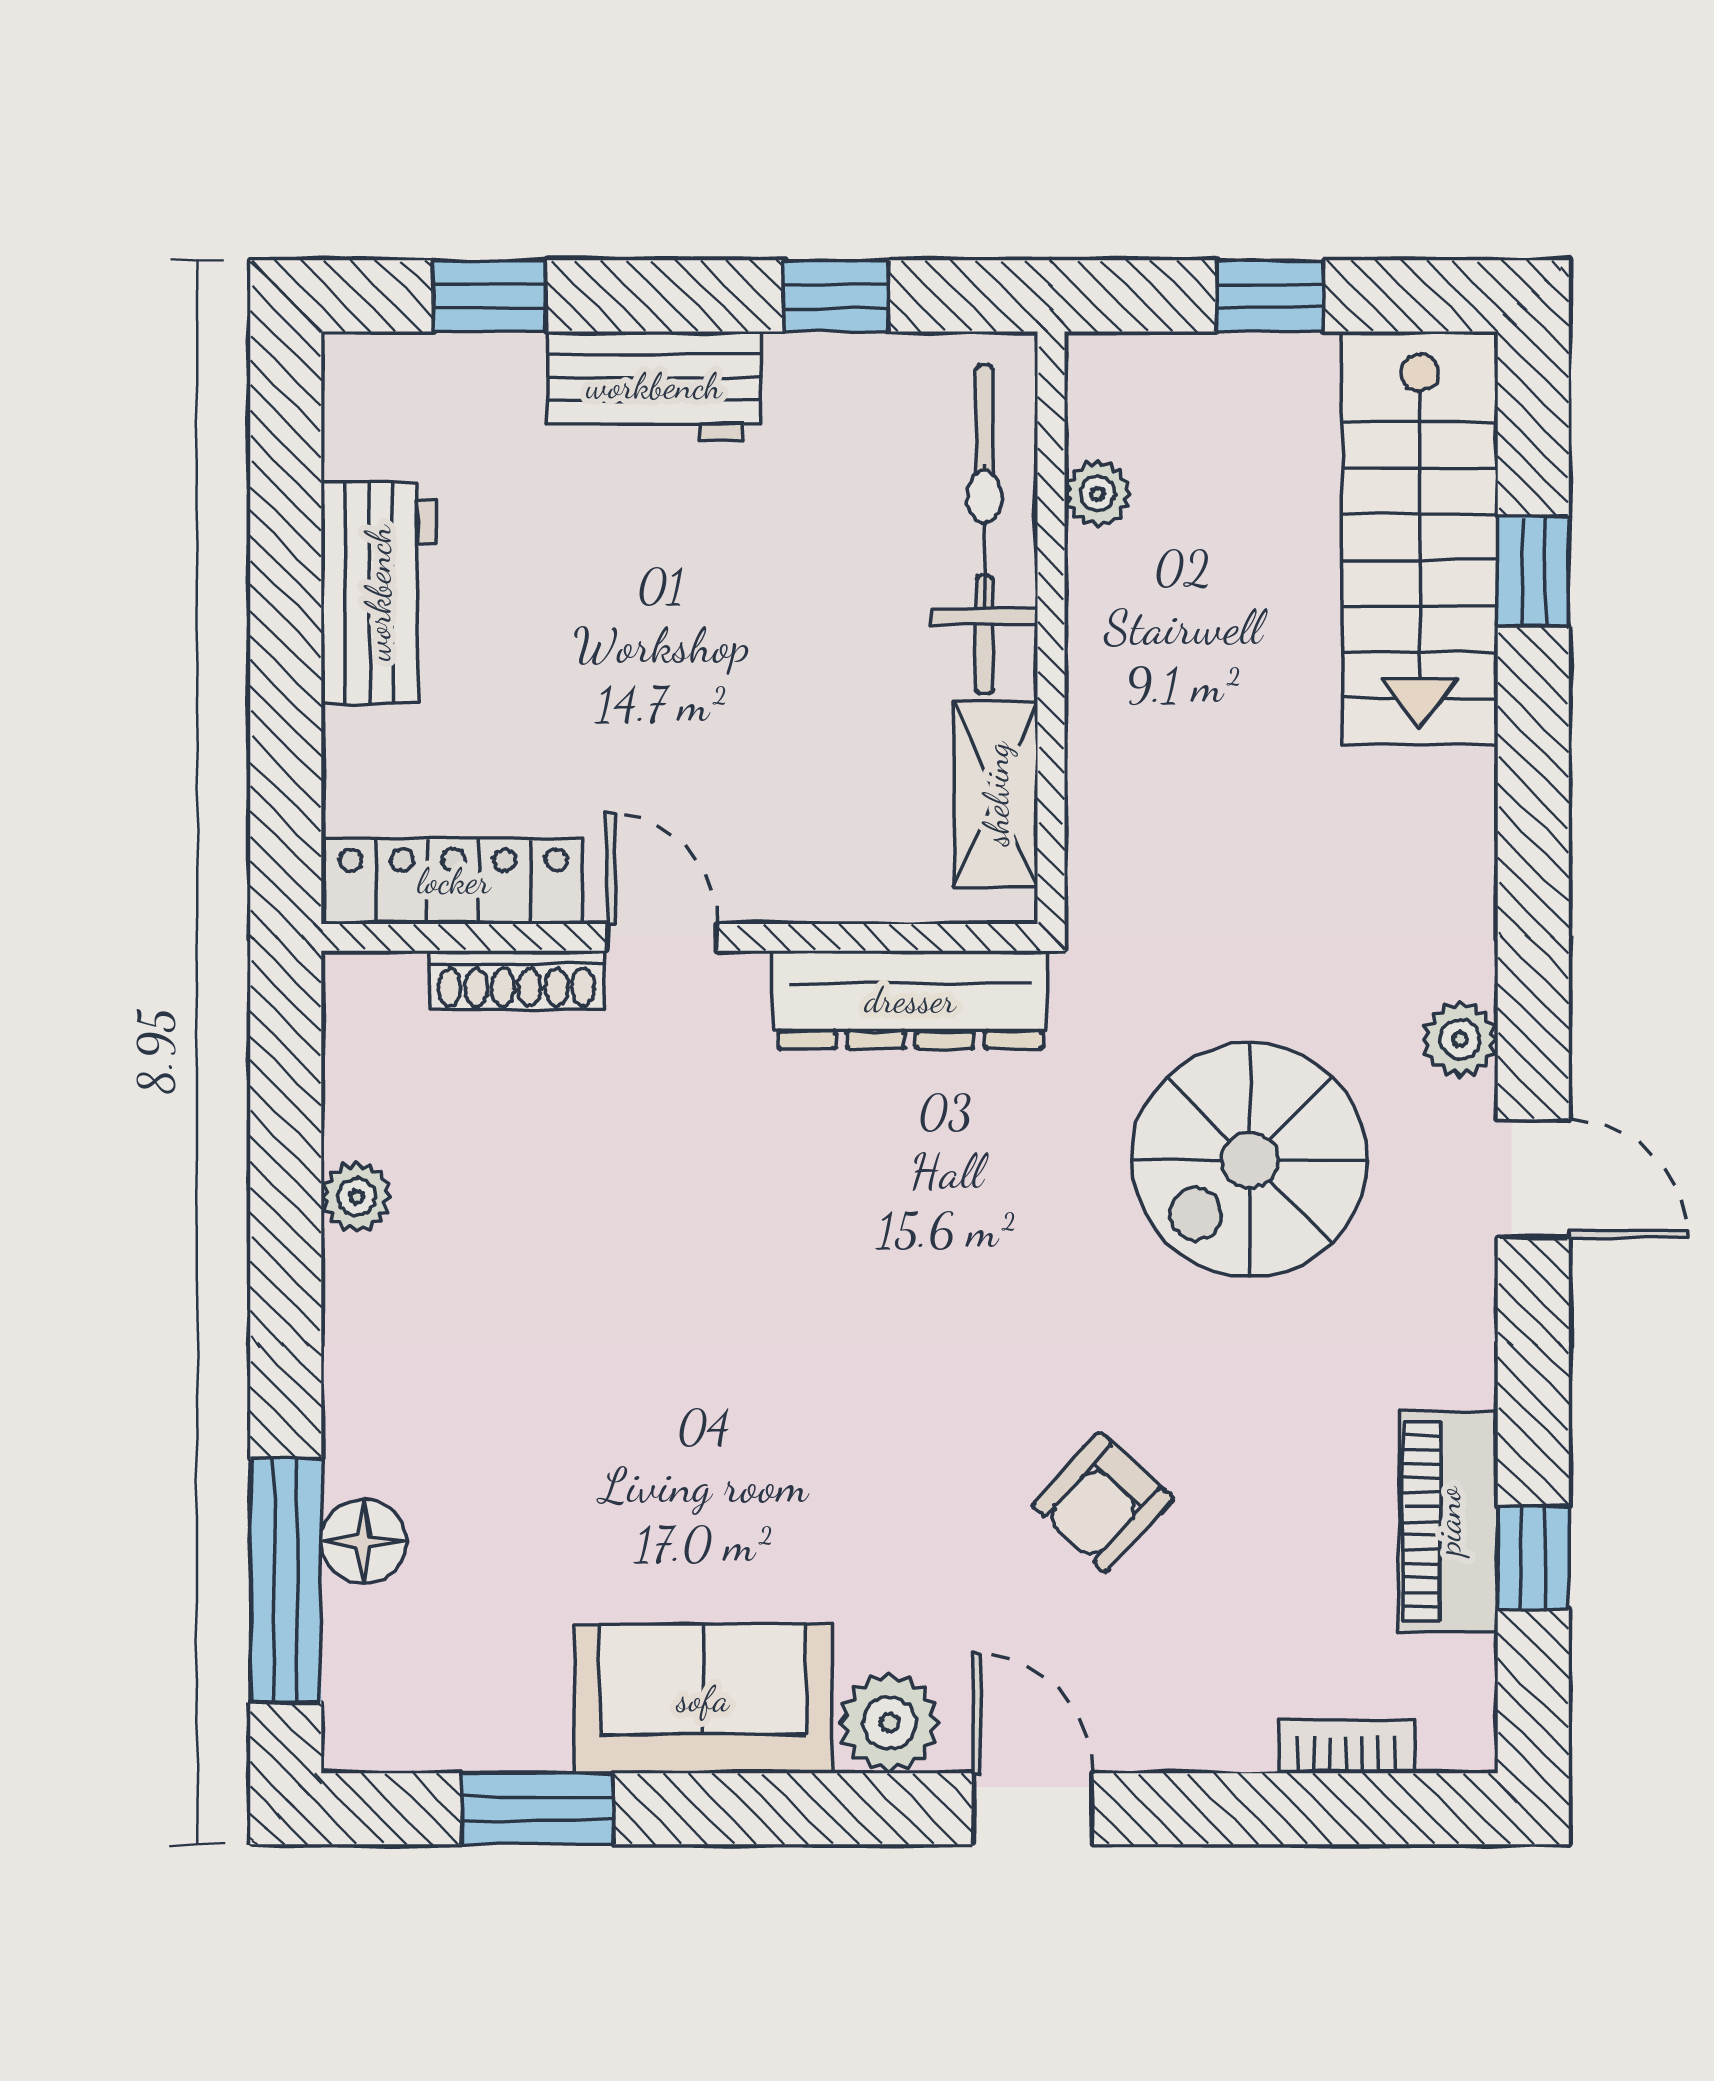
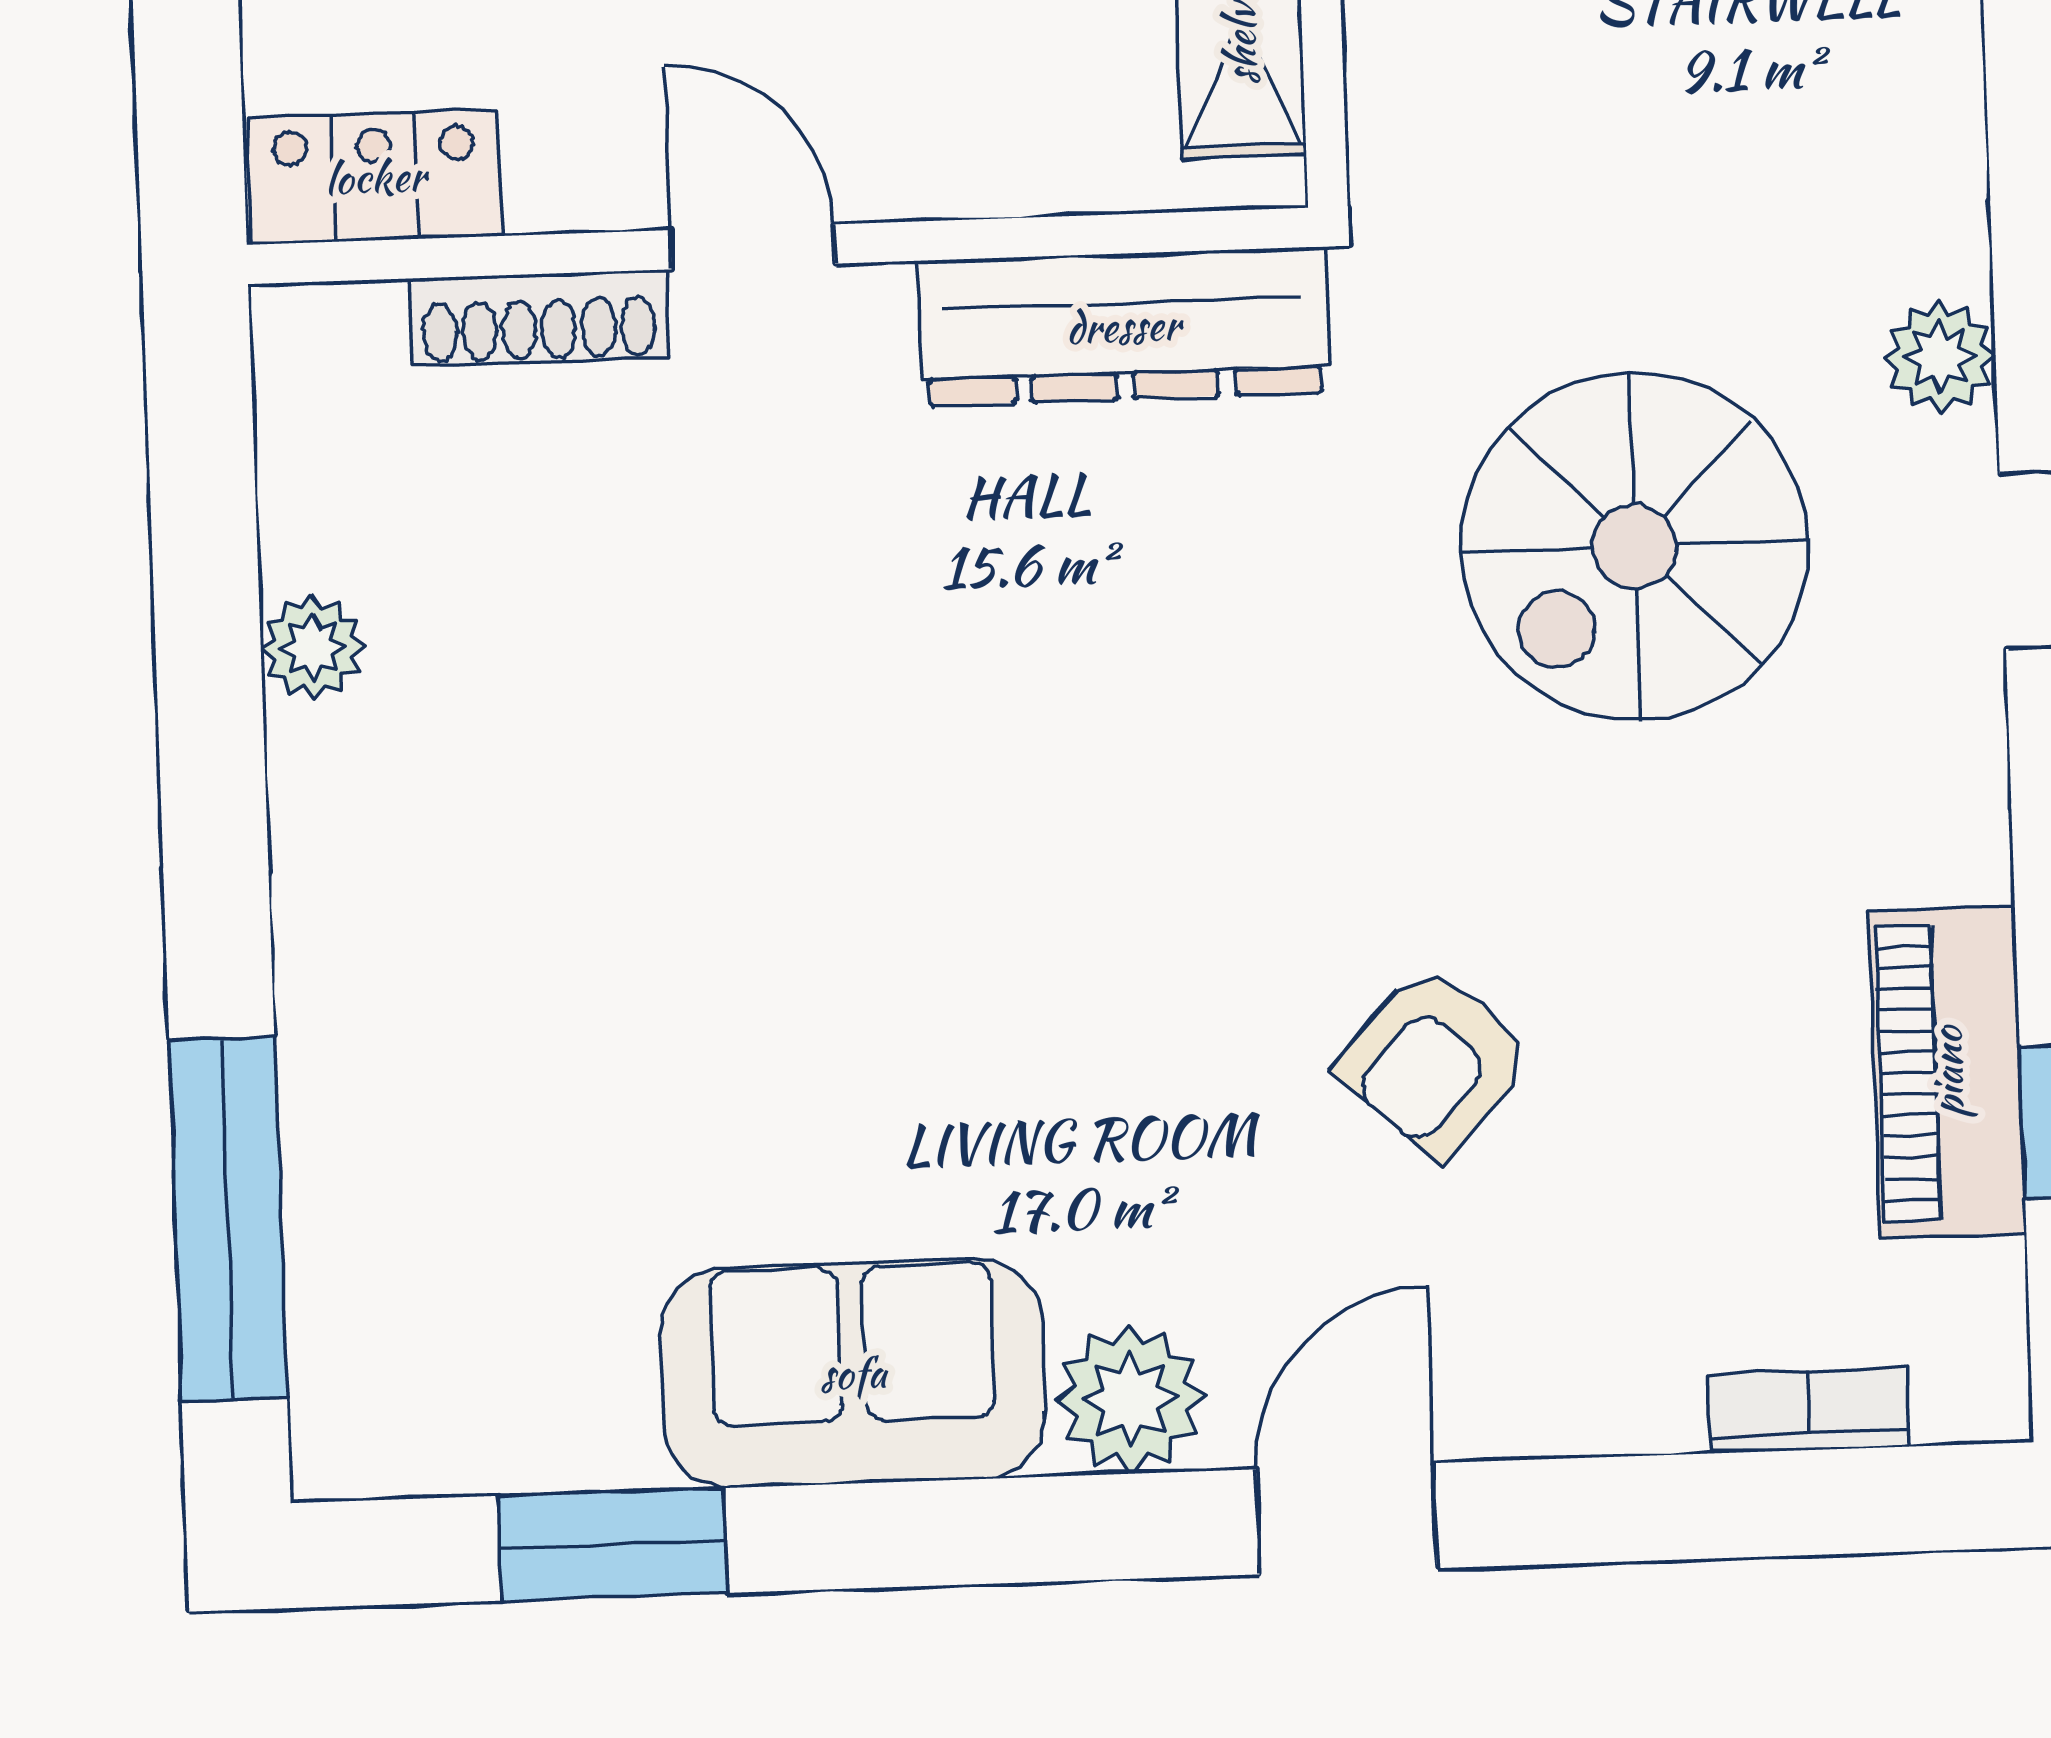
locker: (454, 881) -> (375, 177), width x0.66
floor lamp: (364, 1541) -> (342, 1157), removed
door: (1033, 1809) -> (1346, 1519), hinge flipped

